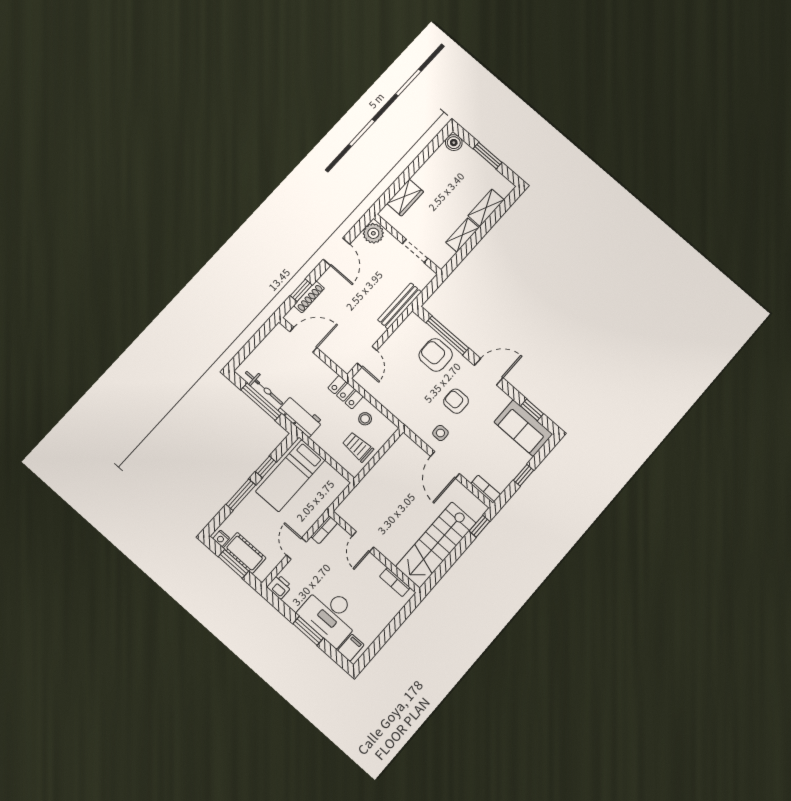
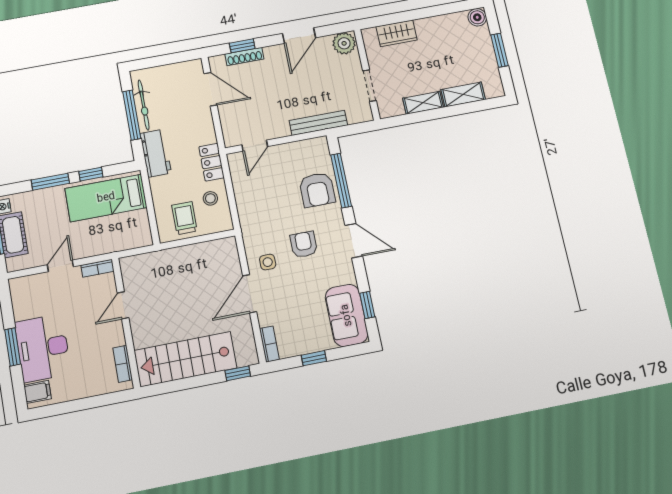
armchair: (436, 355) -> (317, 190), turned 180
printer: (279, 587) -> (19, 288), removed

